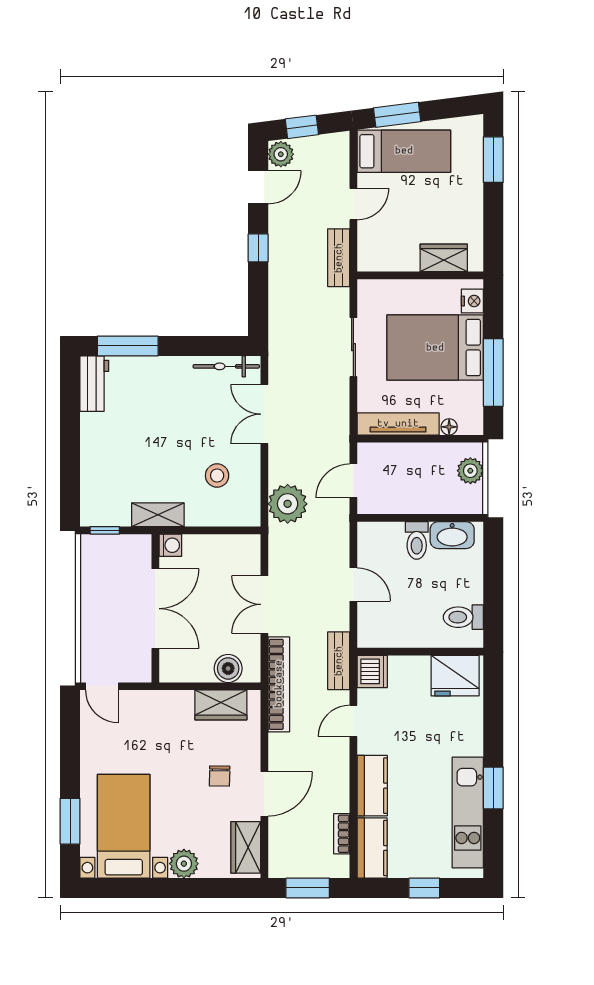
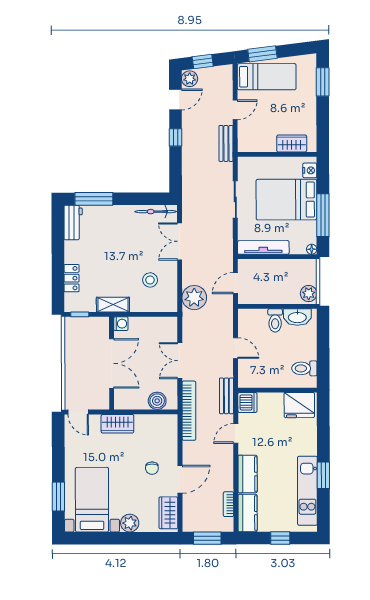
floor lamp: (449, 427) -> (312, 249), moved
plant: (470, 471) -> (309, 294), moved
locker: (92, 472) -> (72, 278), added
wardrobe: (221, 705) -> (117, 424), moved

